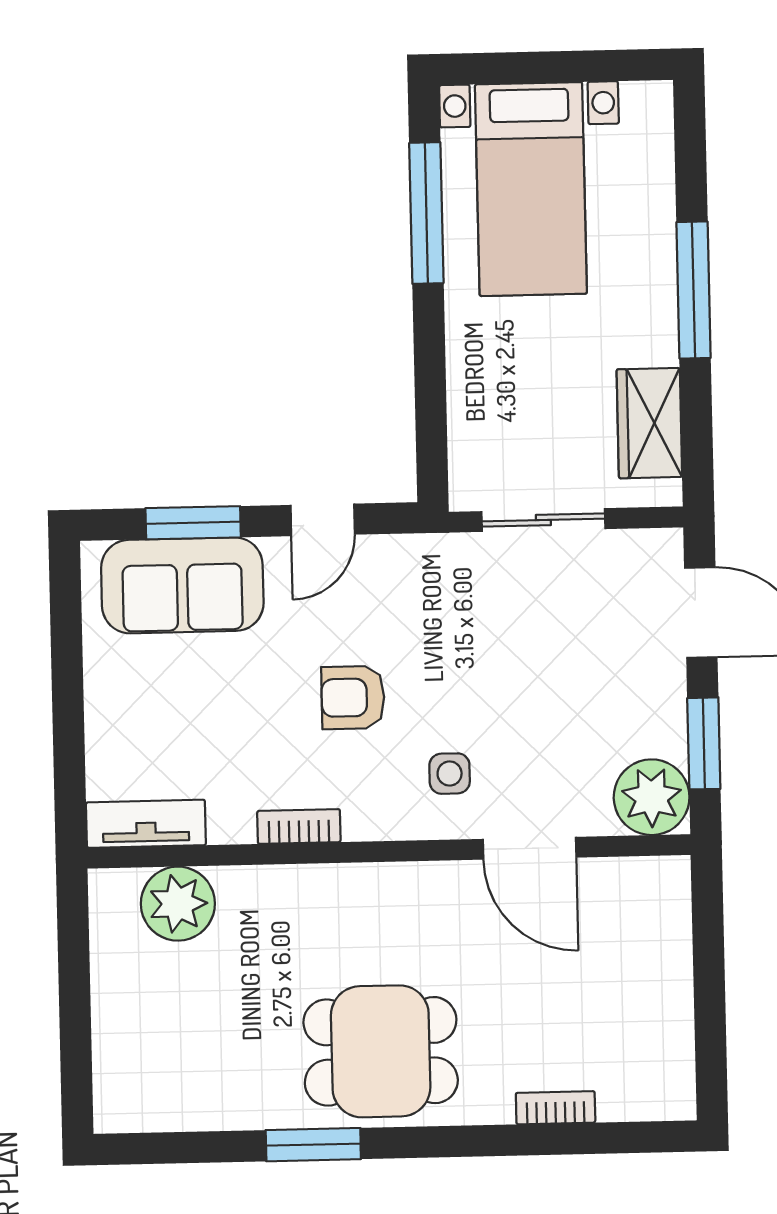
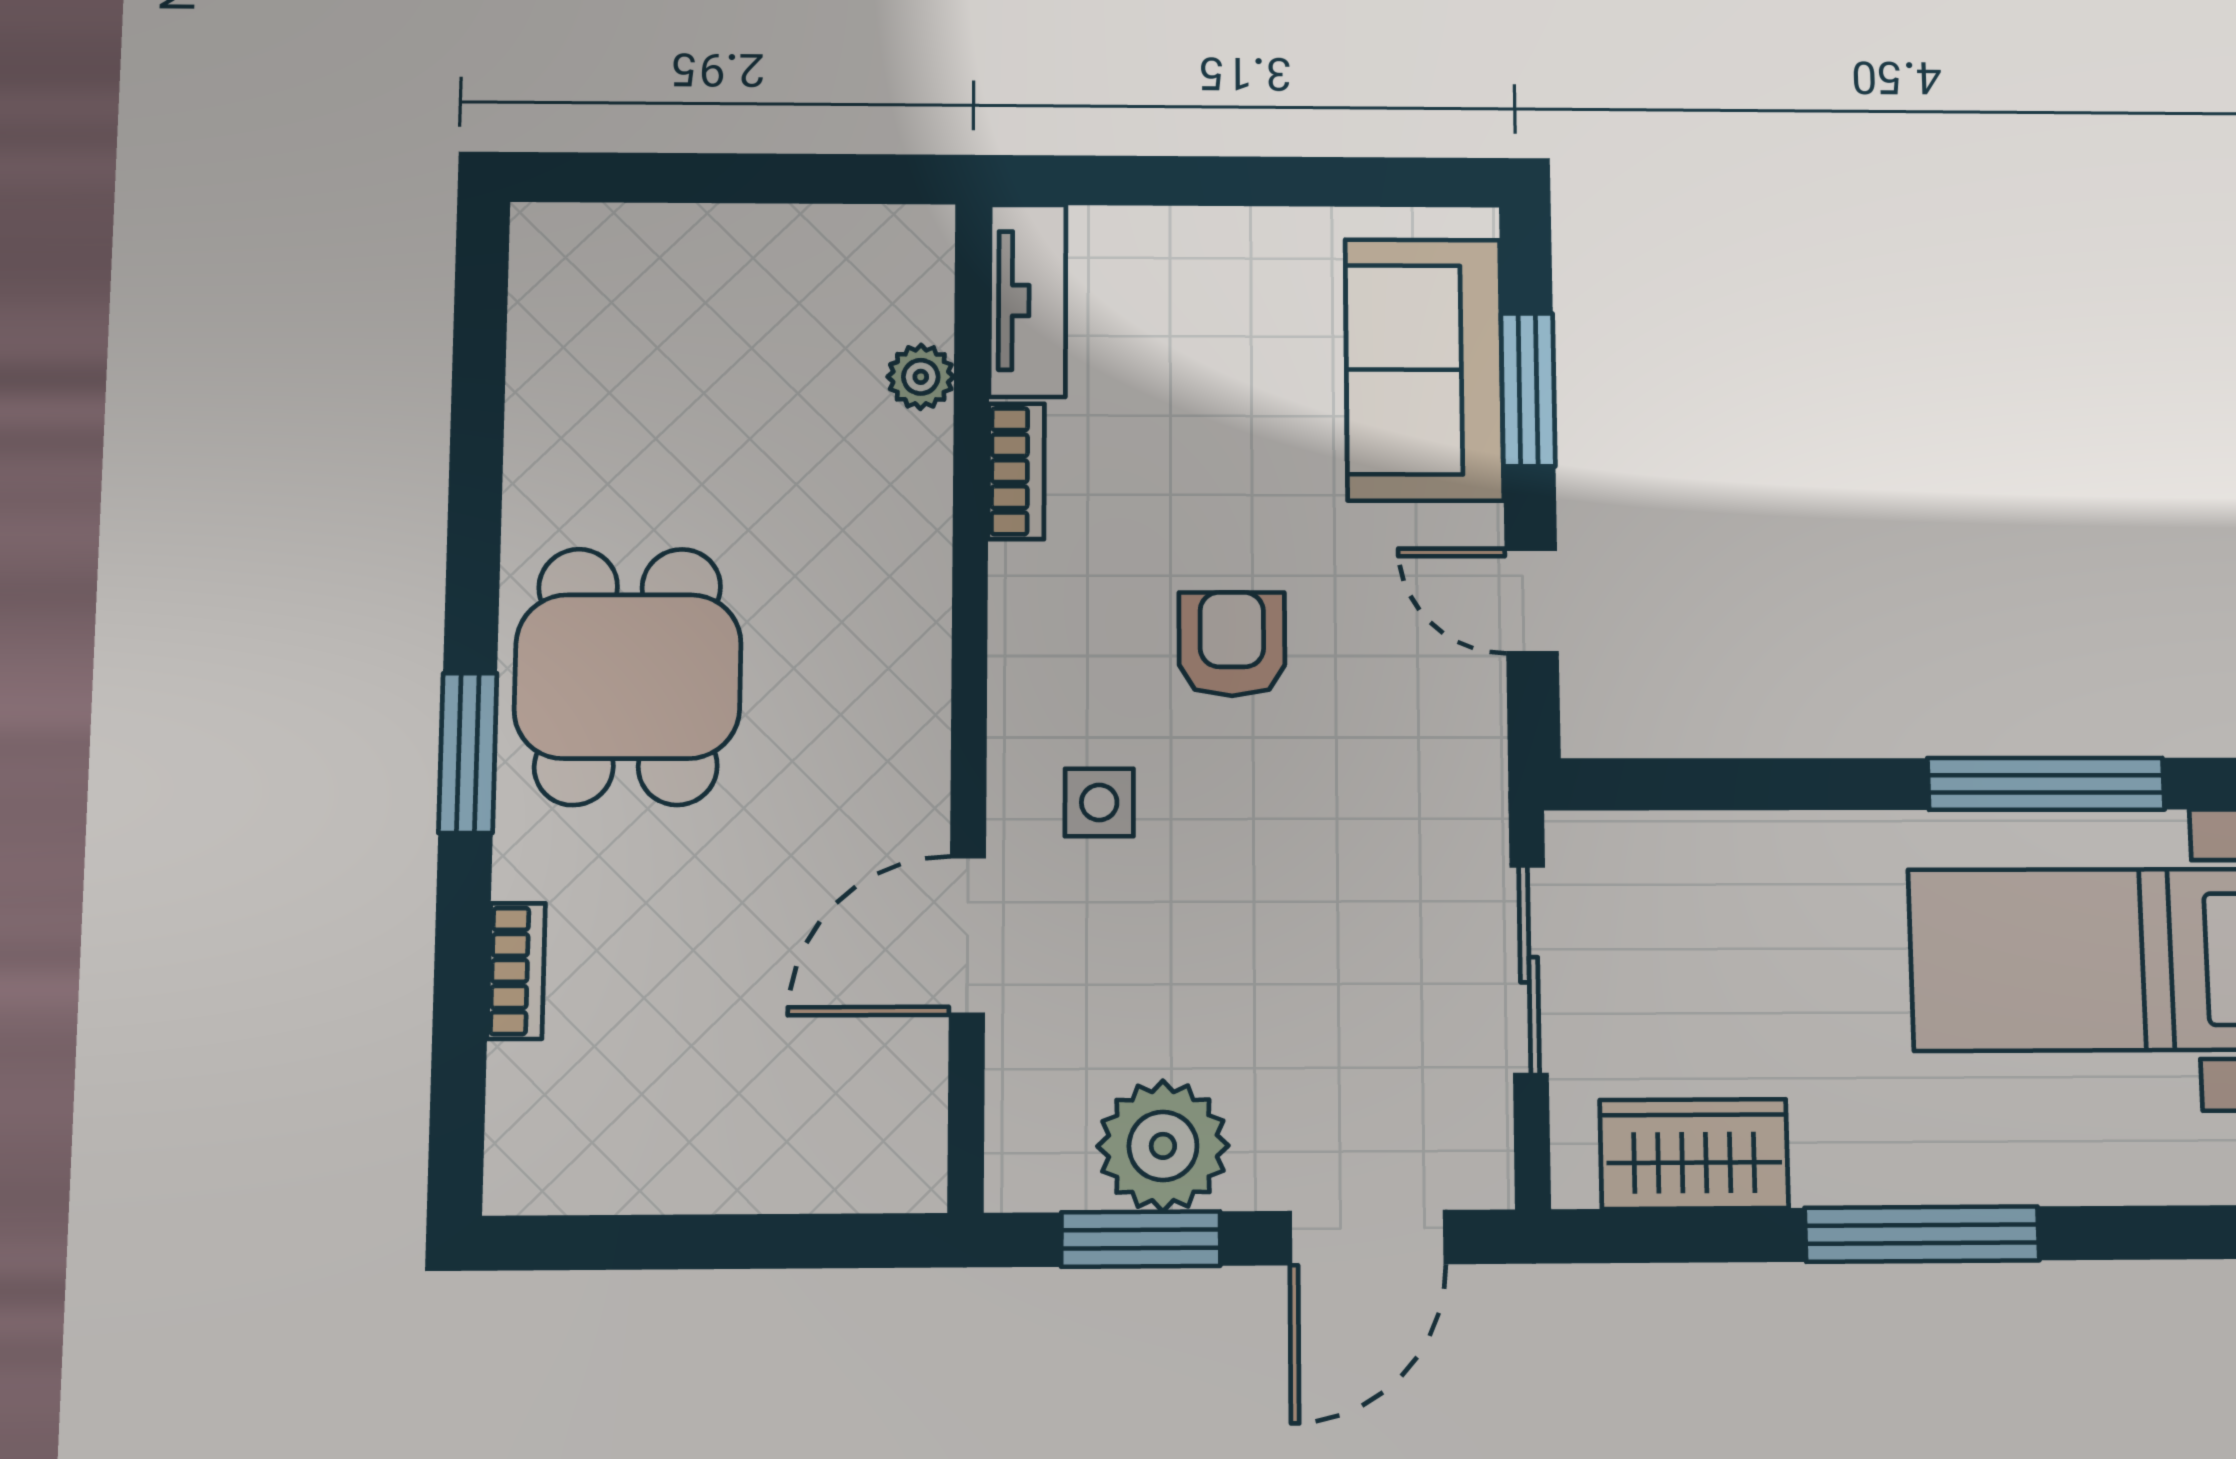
plant: (652, 797) -> (1163, 1146), moved
bookcase: (299, 826) -> (1016, 471), moved
plant: (178, 904) -> (921, 377), width x0.53, depth x0.53
window: (313, 1145) -> (468, 753), moved

